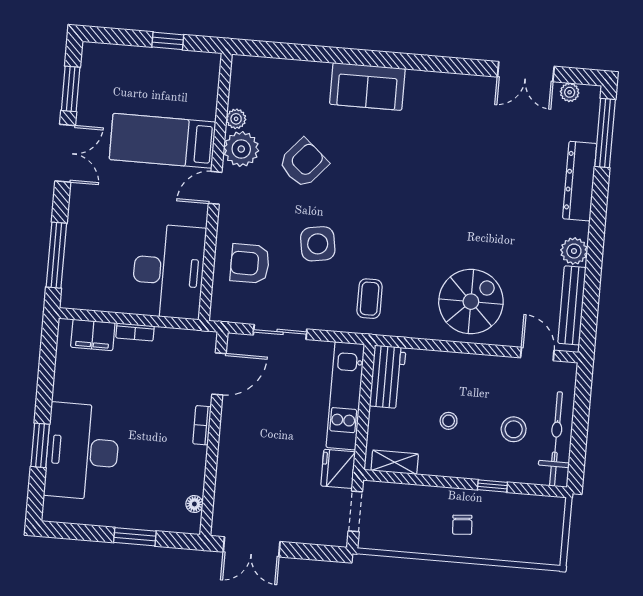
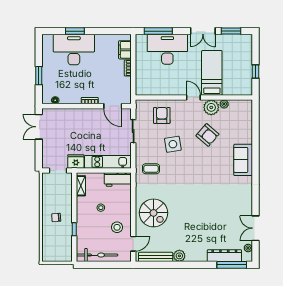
dresser: (580, 181) -> (224, 256), moved
desk: (169, 271) -> (167, 49), moved, turned 180
stool: (514, 429) -> (117, 227), moved

